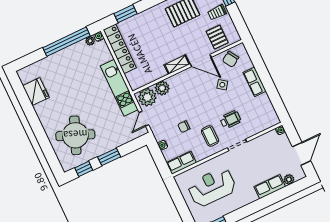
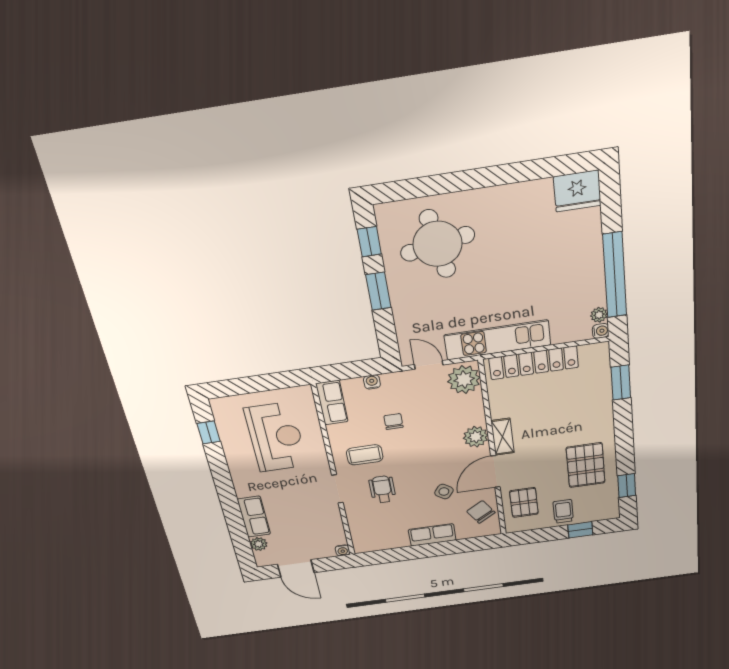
pallet: (217, 37) -> (524, 502), turned 90
locker: (120, 49) -> (534, 363), moved
plant: (162, 88) -> (476, 437), moved
fridge: (36, 92) -> (577, 191), moved
wheelchair: (230, 120) -> (382, 489), turned 180
round table: (75, 135) -> (438, 244), turned -32

